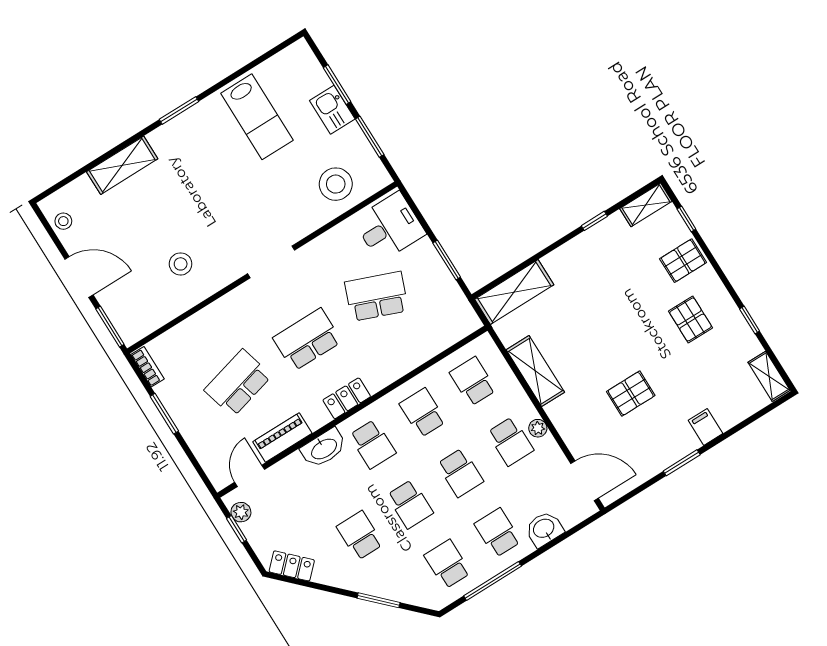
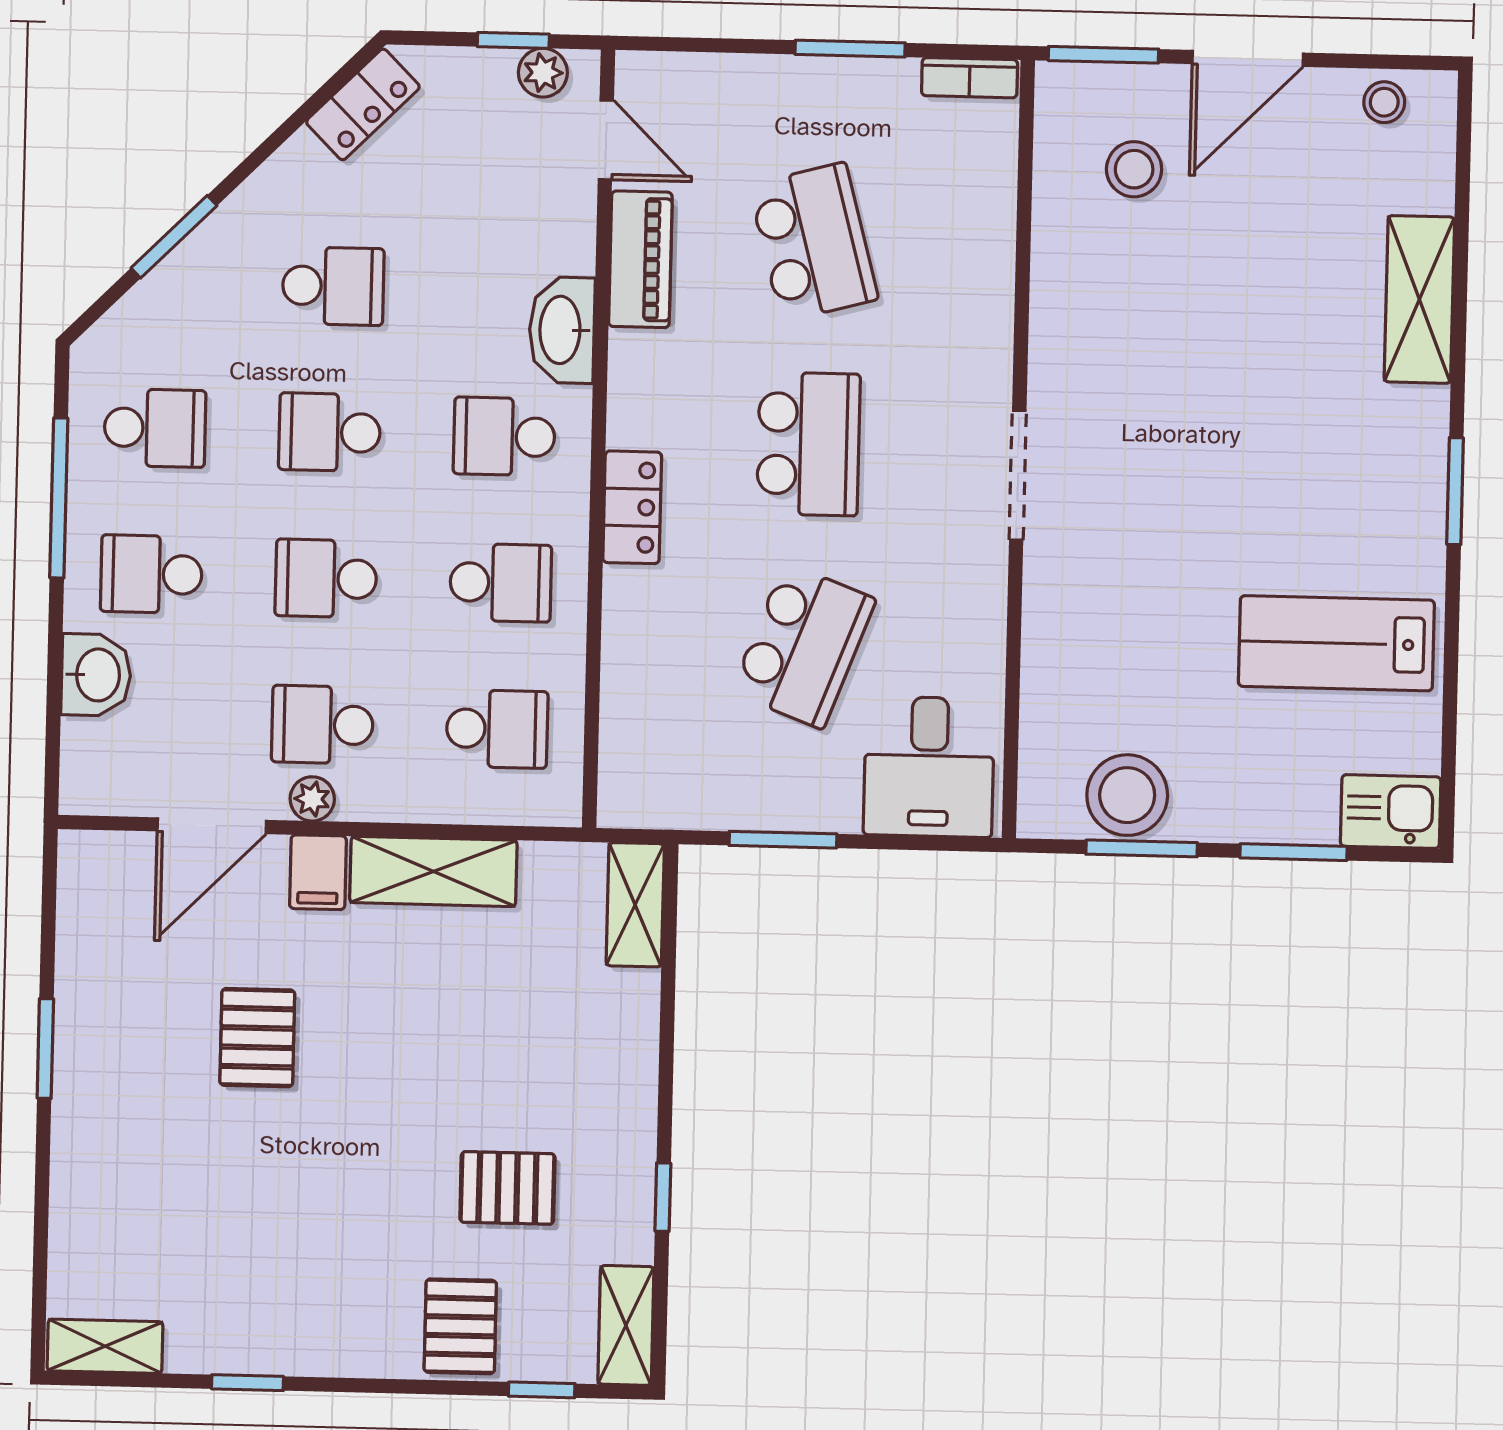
kitchen sink: (332, 110) -> (1391, 812), moved
stool: (336, 184) -> (1127, 795), moved
stool: (181, 264) -> (1134, 169), moved
shelving: (514, 292) -> (635, 905), width x0.67, depth x0.75
pallet: (690, 319) -> (507, 1188), moved
locker: (347, 398) -> (632, 507), moved
filing cabinet: (705, 427) -> (318, 872), moved, turned 90
door: (585, 481) -> (212, 826), moved
school desk: (498, 533) -> (151, 574), turned 180

